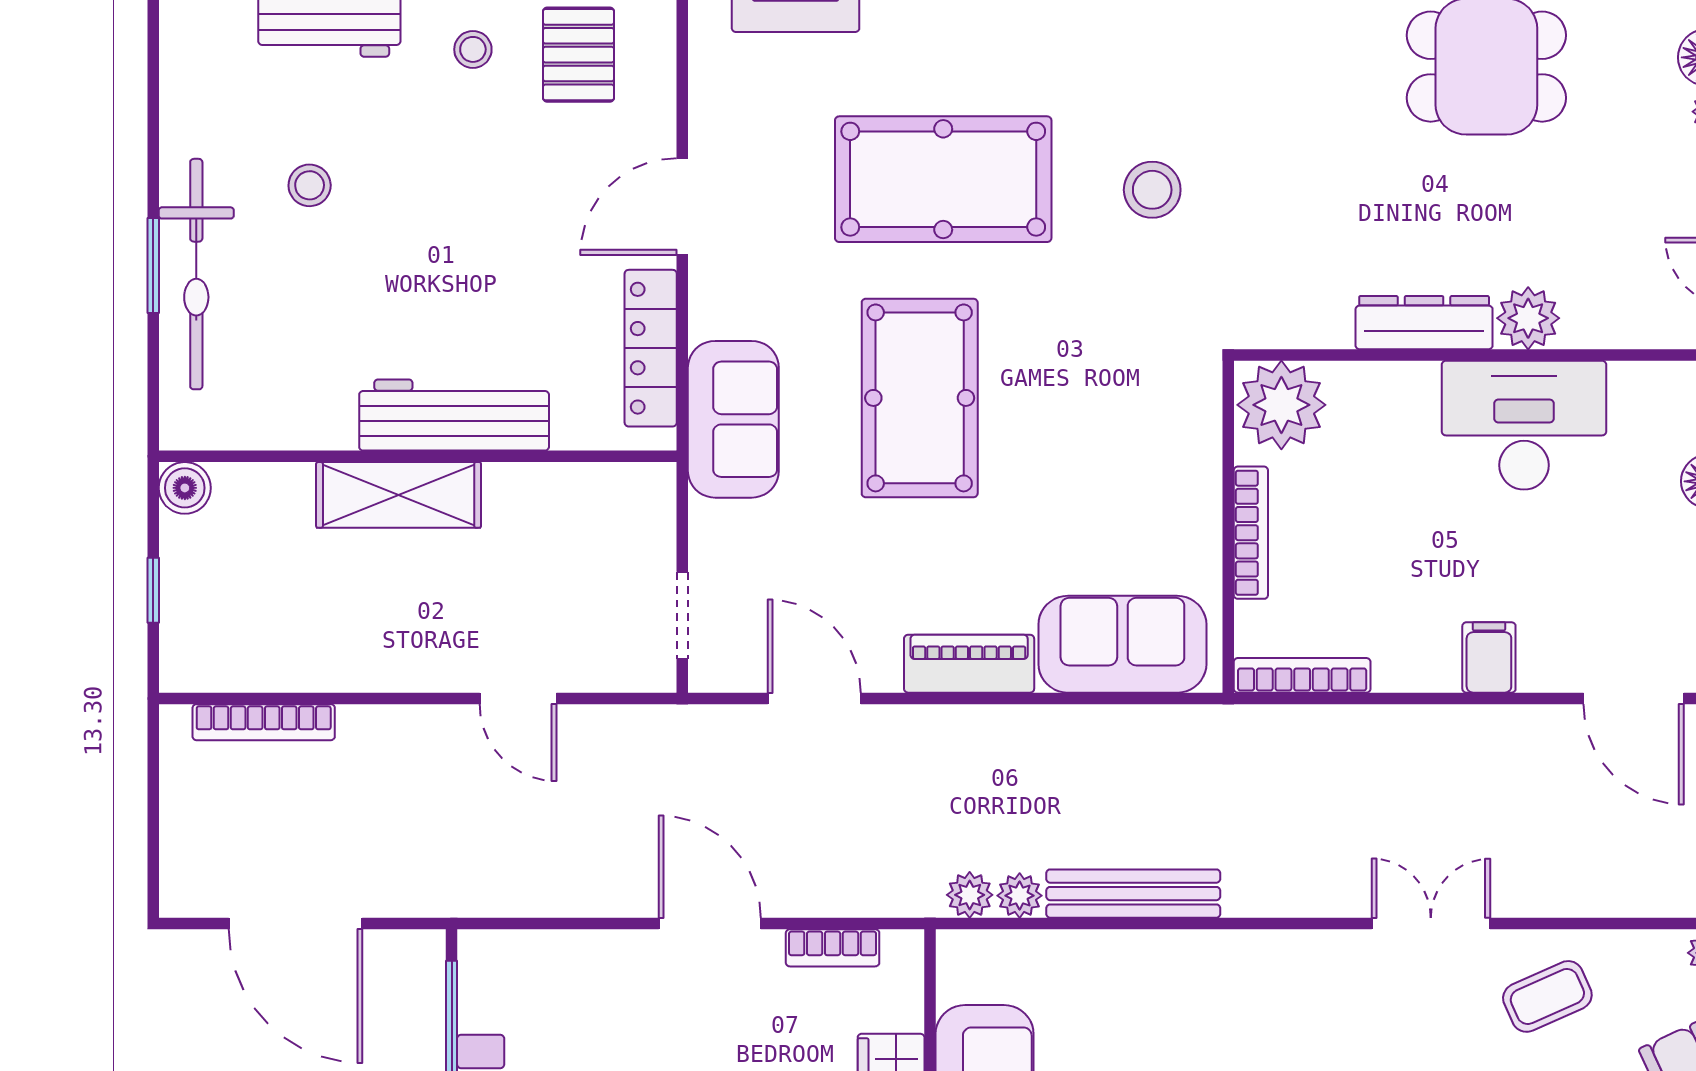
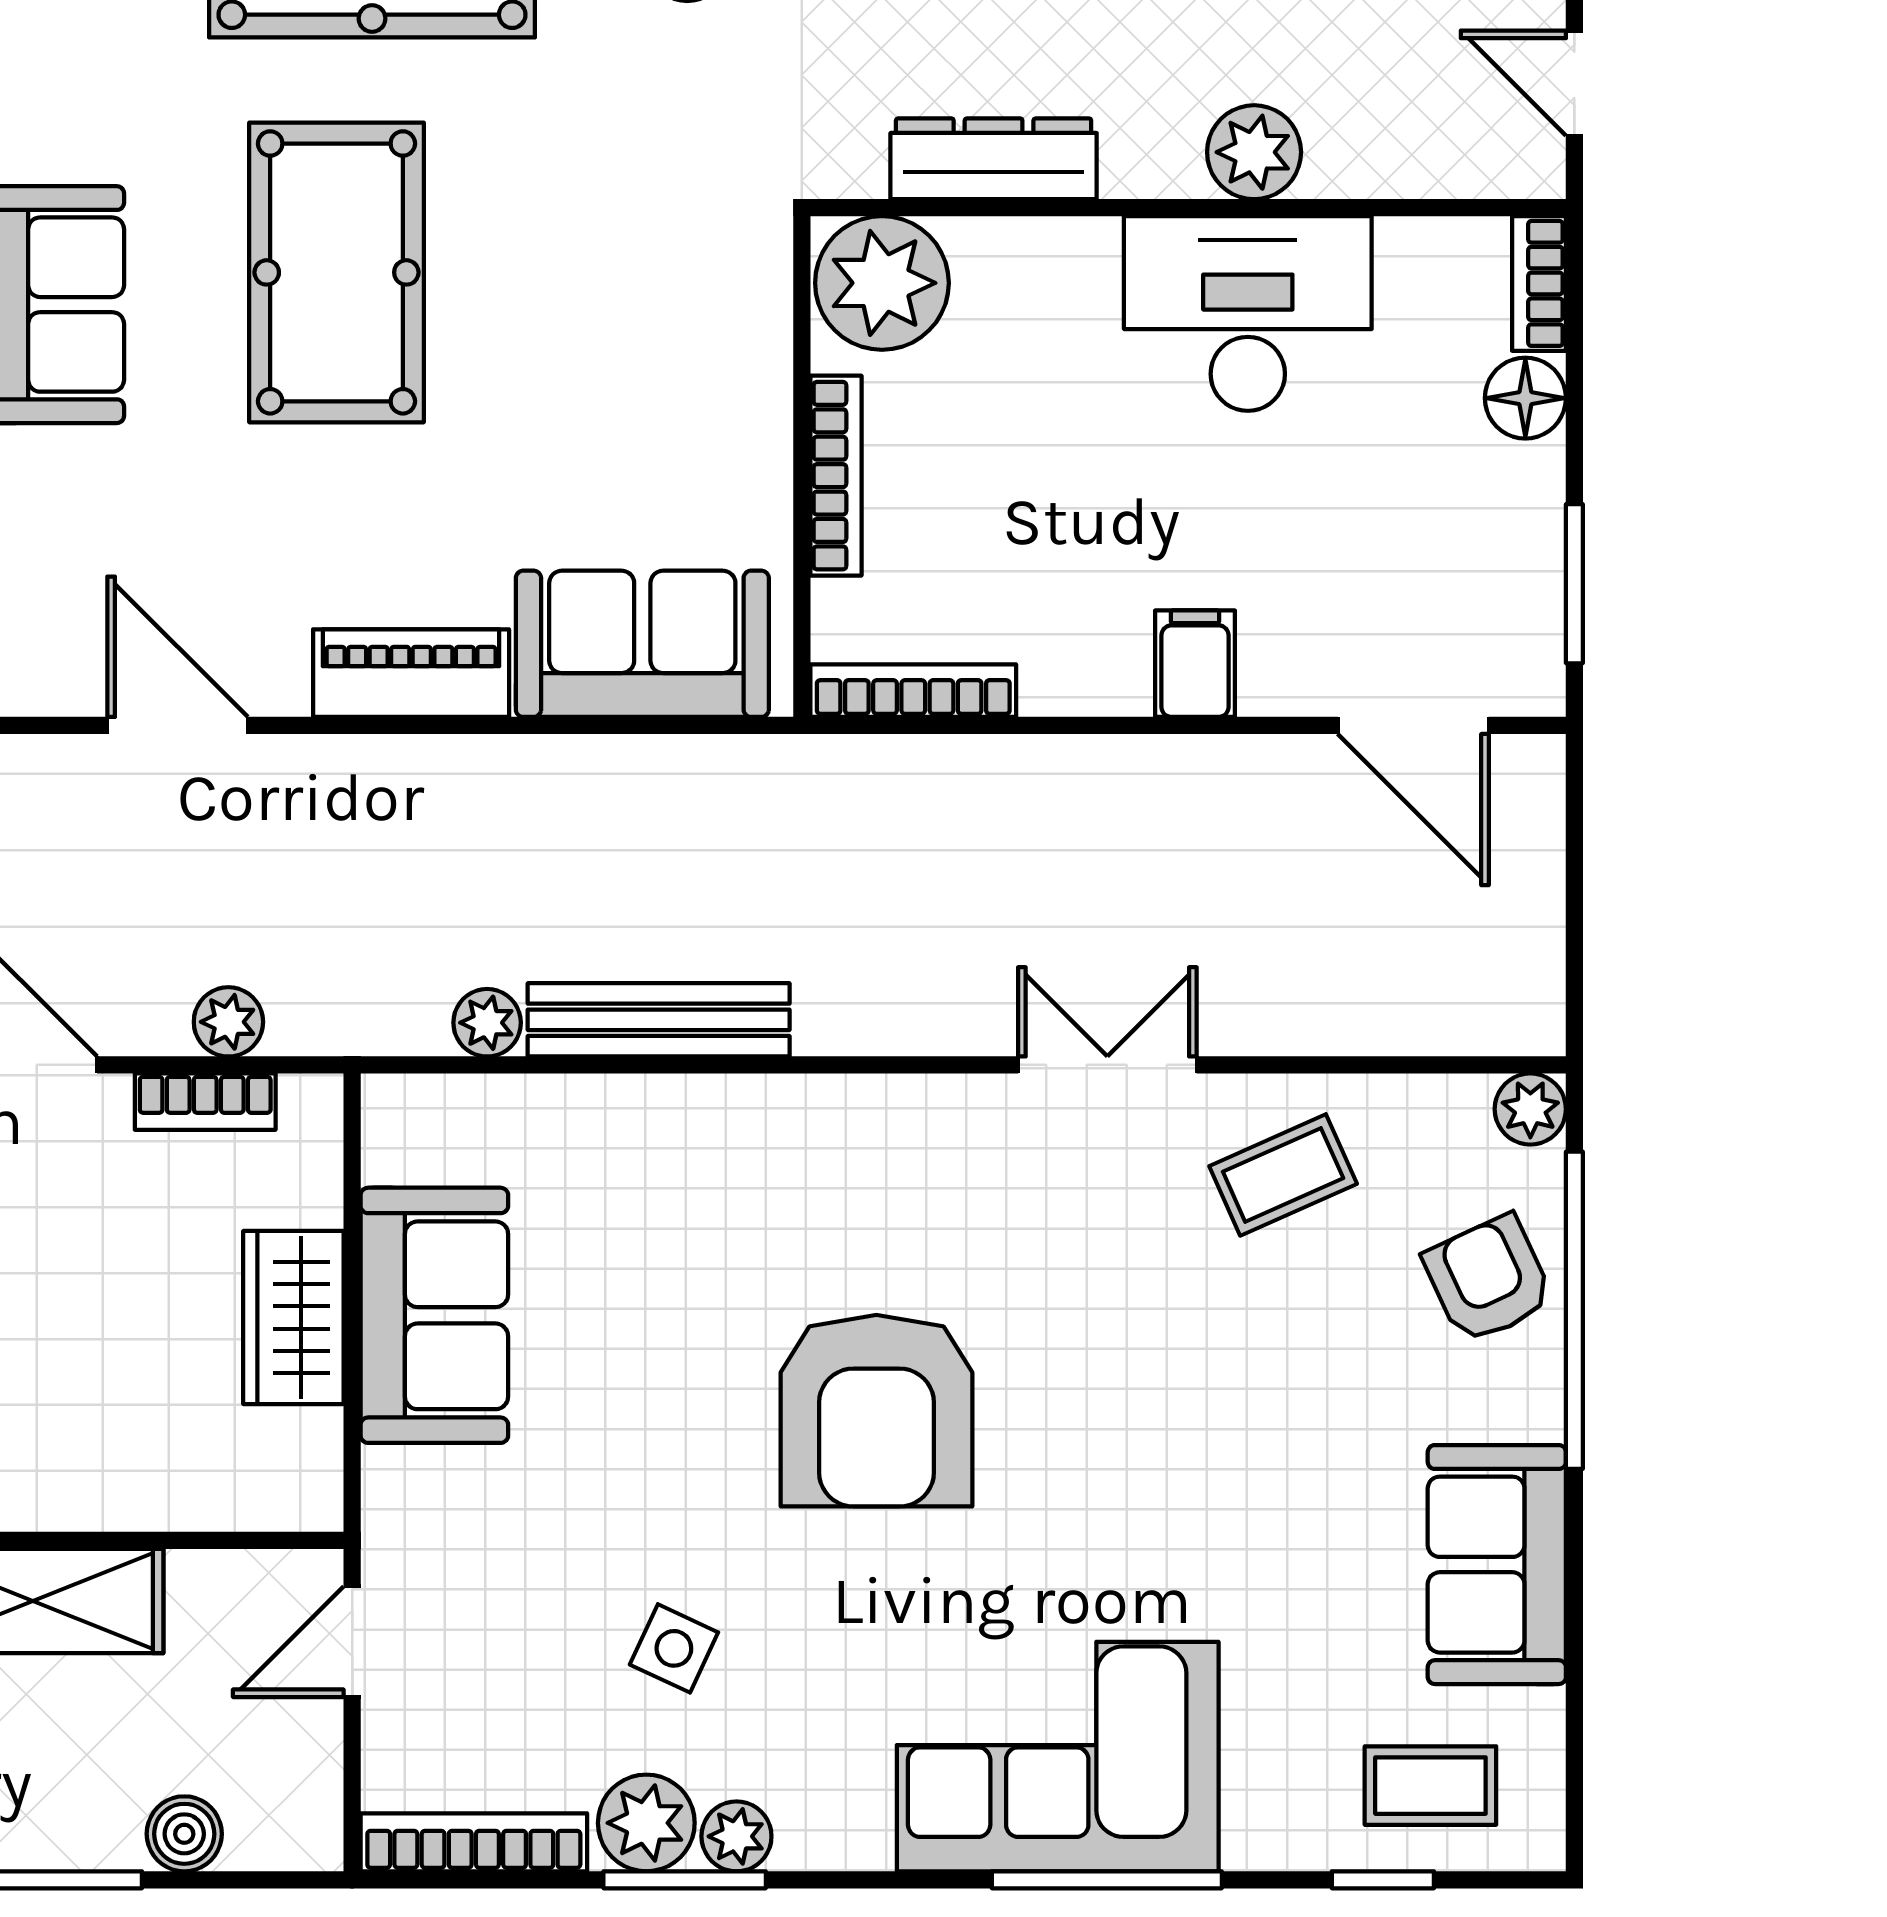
dresser: (1424, 323) -> (994, 159), moved
plant: (970, 895) -> (228, 1022), moved

